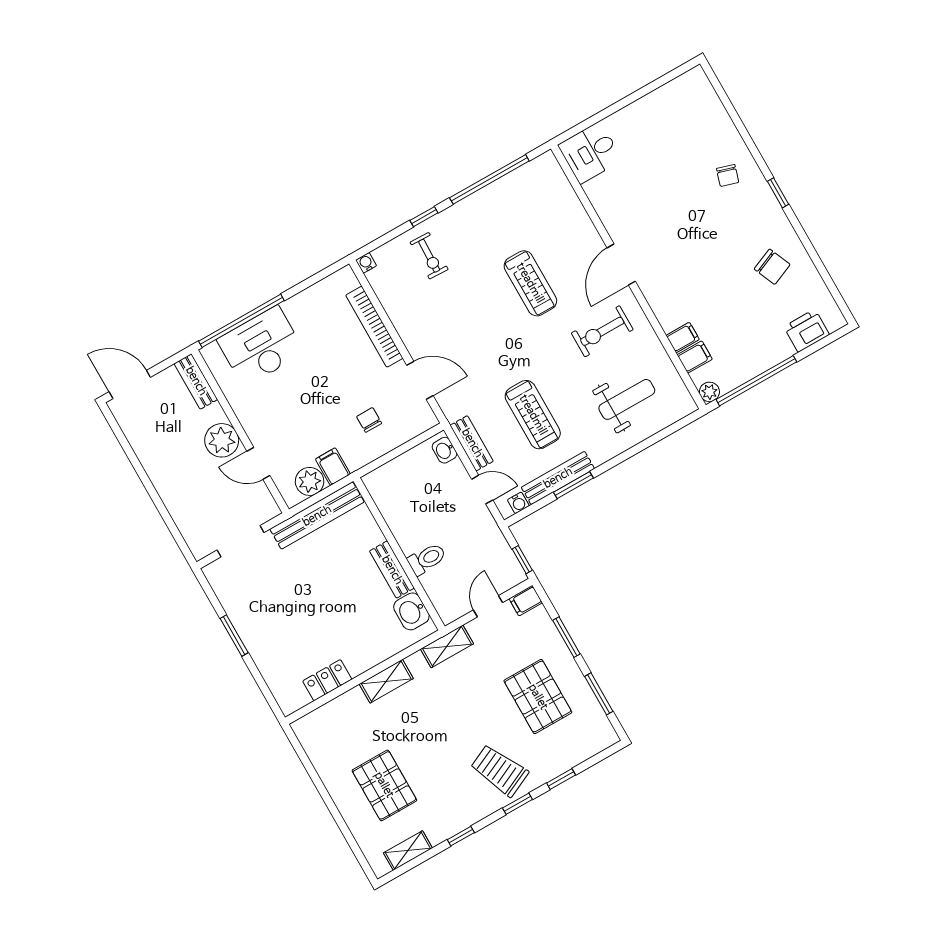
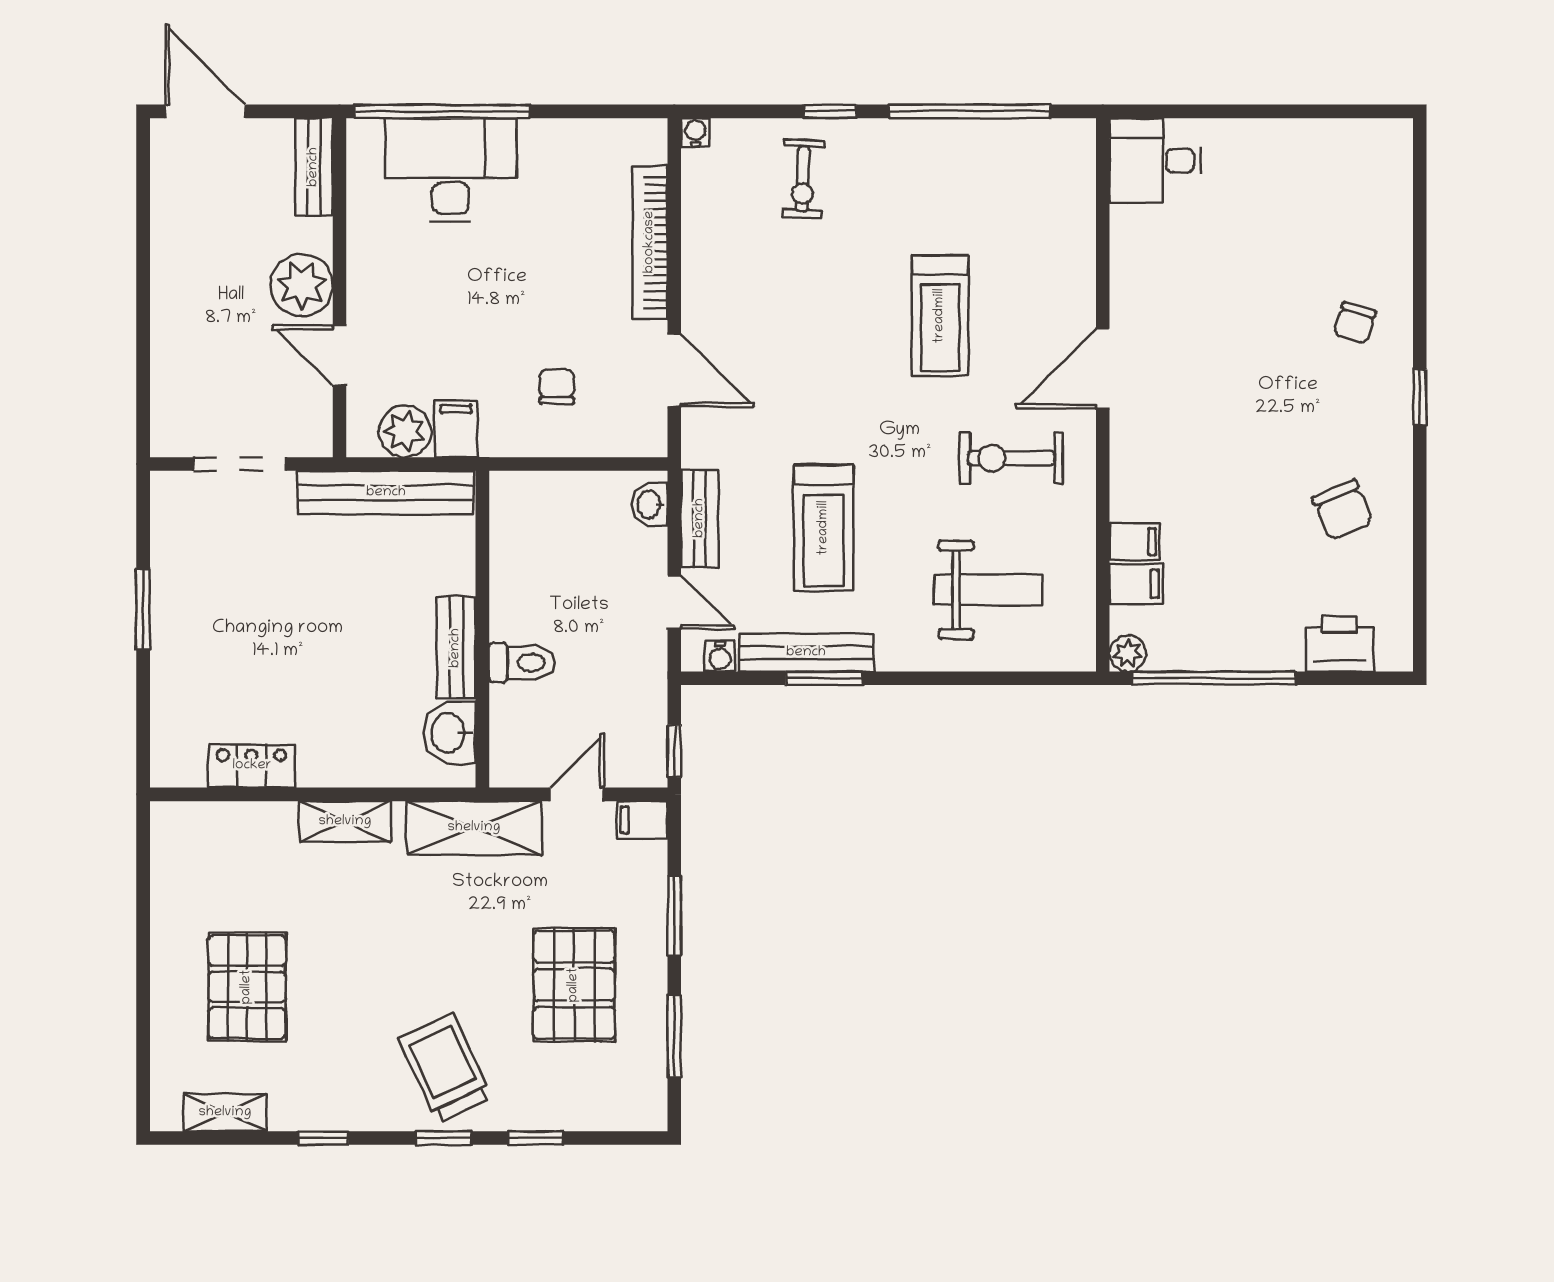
shelving: (447, 646) -> (474, 828), width x1.50, depth x1.33

